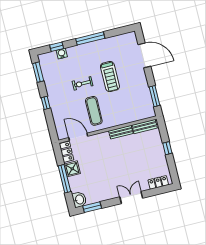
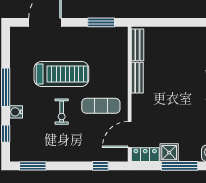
water cooler: (62, 54) -> (16, 112), moved
treadmill: (110, 77) -> (61, 74), width x1.37, depth x1.38
window: (46, 103) -> (100, 166), moved
window: (167, 148) -> (173, 22), removed

